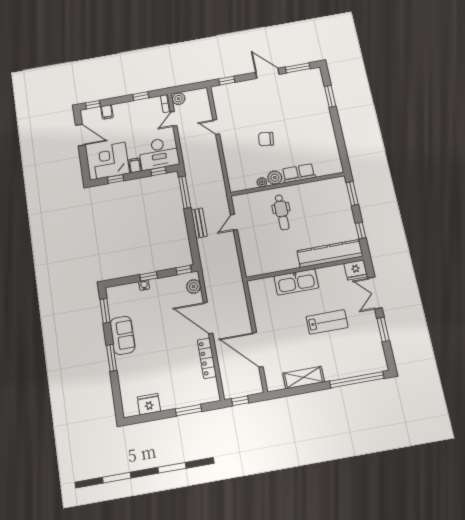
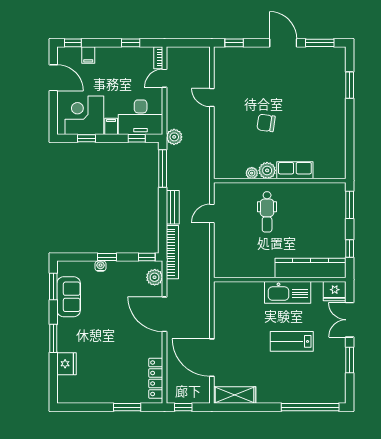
plant: (179, 99) -> (174, 137), moved
bookcase: (205, 262) -> (172, 252), added
kitchen sink: (296, 282) -> (288, 292), moved
lab bench: (327, 322) -> (292, 341), turned 180
sofa: (123, 335) -> (69, 297), moved
locker: (207, 358) -> (156, 378), moved
shelving: (304, 378) -> (235, 395), moved
fridge: (149, 404) -> (67, 364), moved, turned 90

